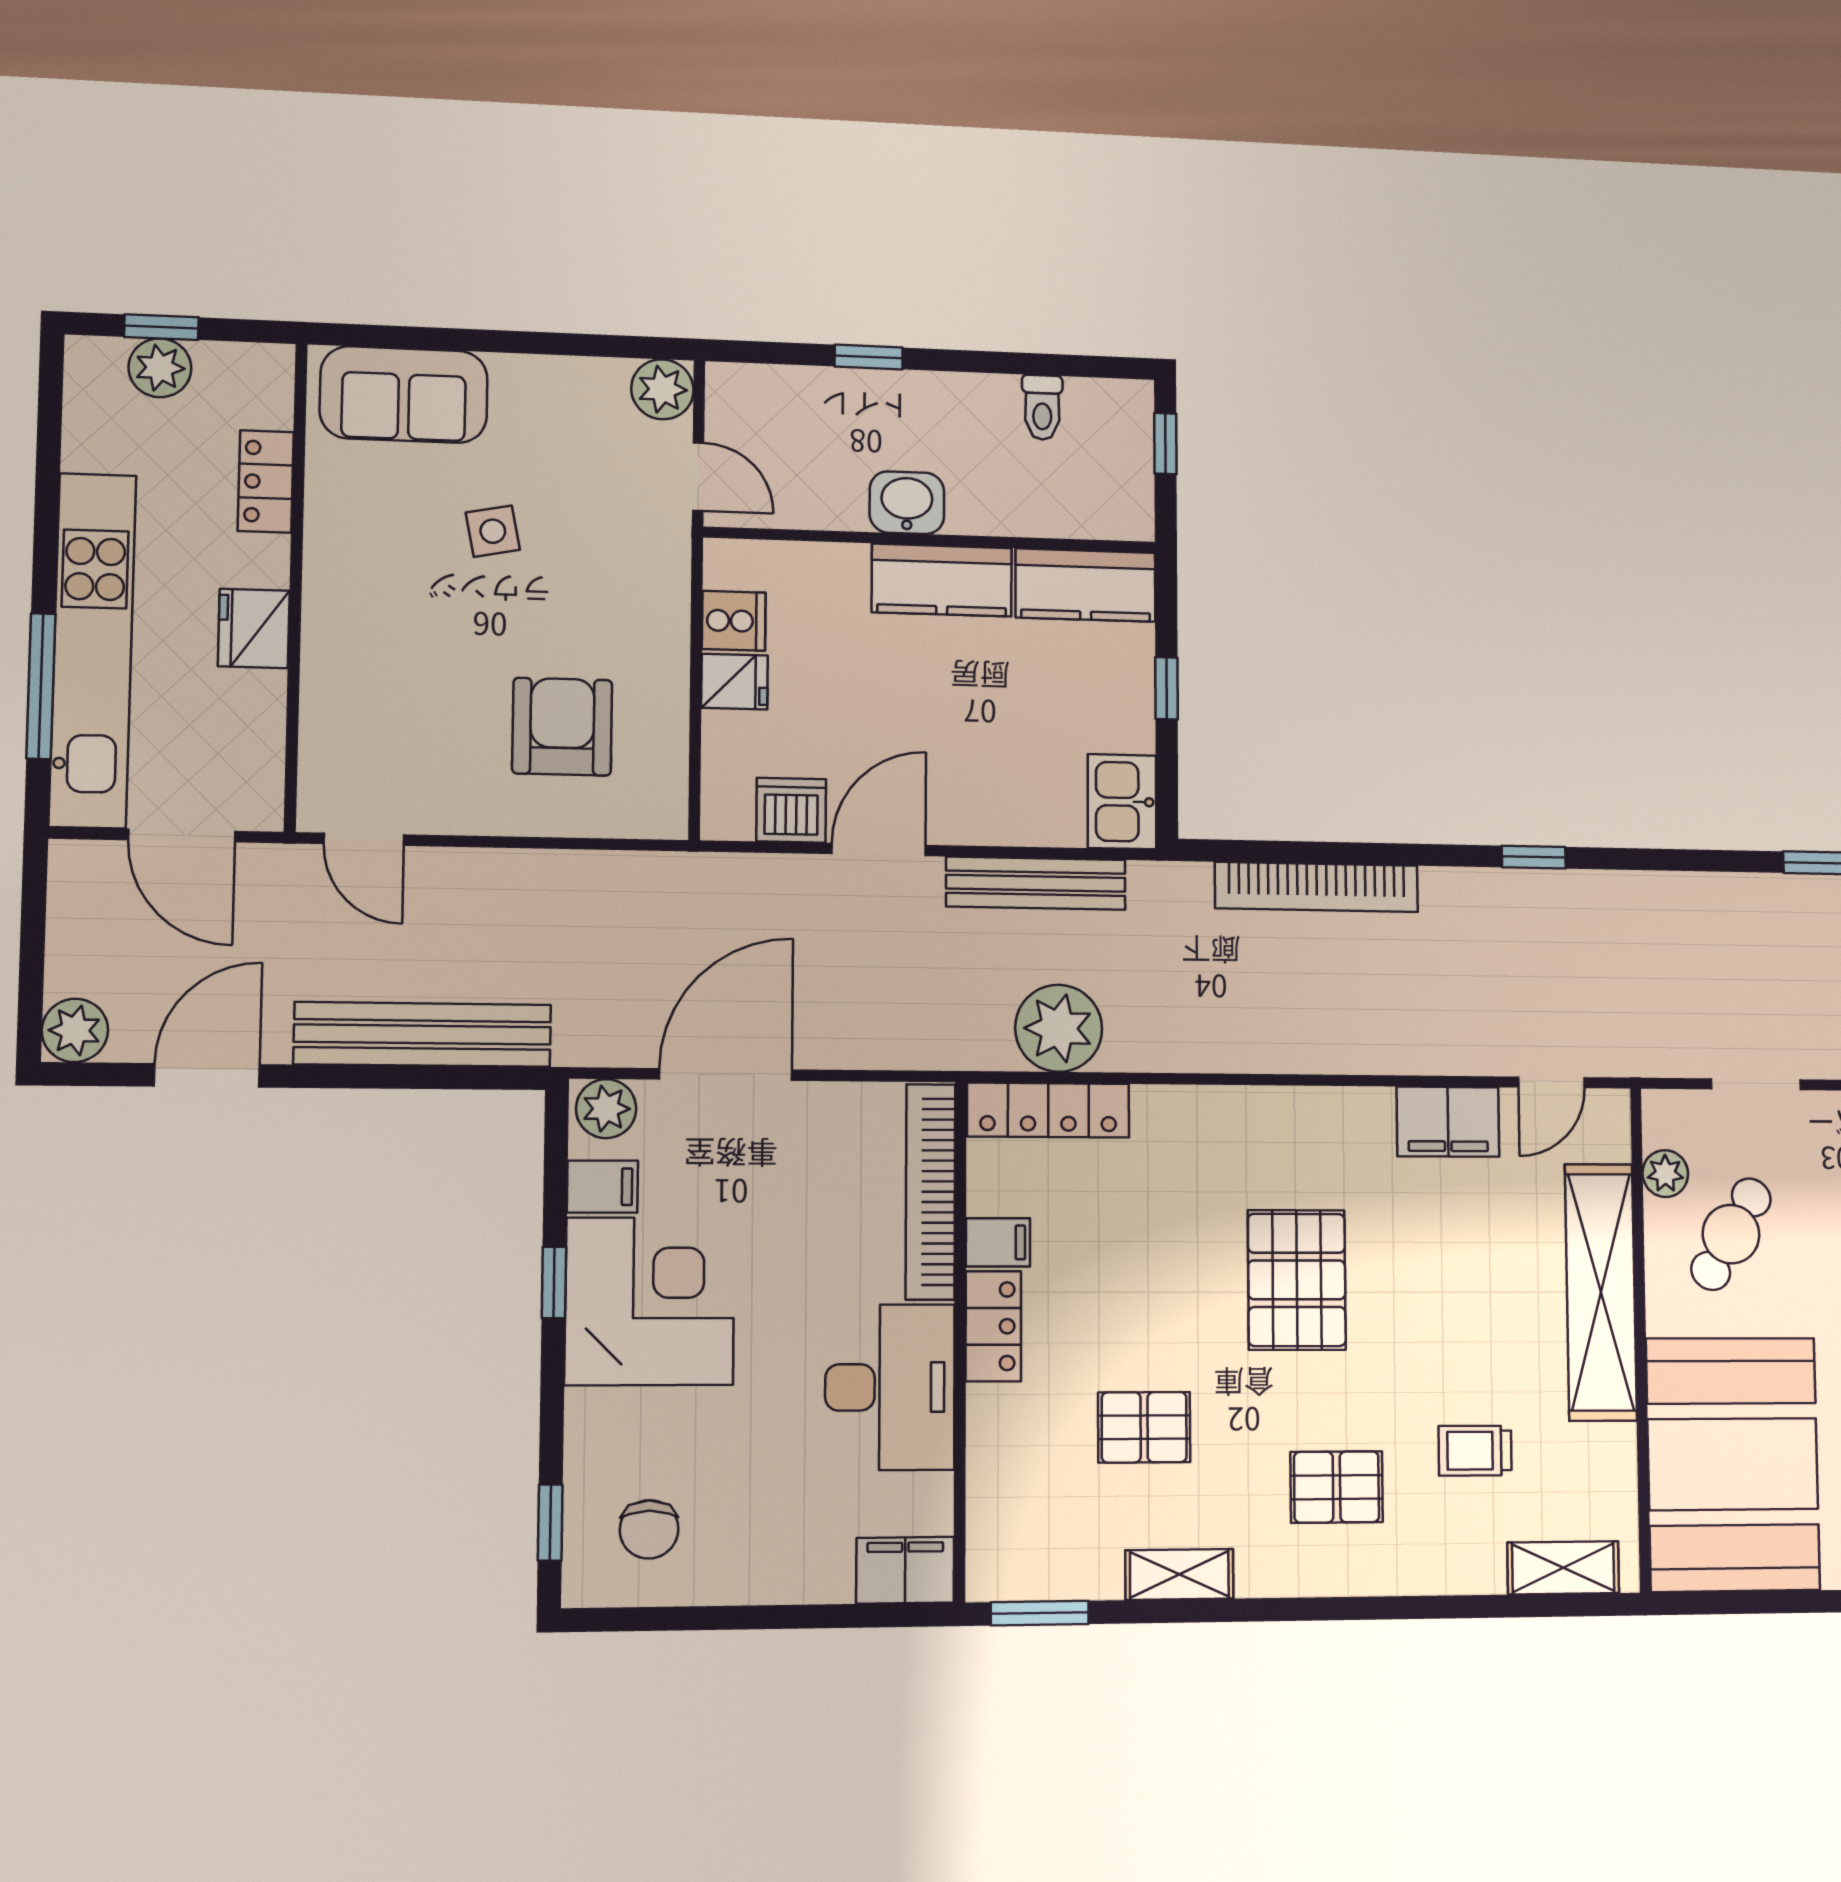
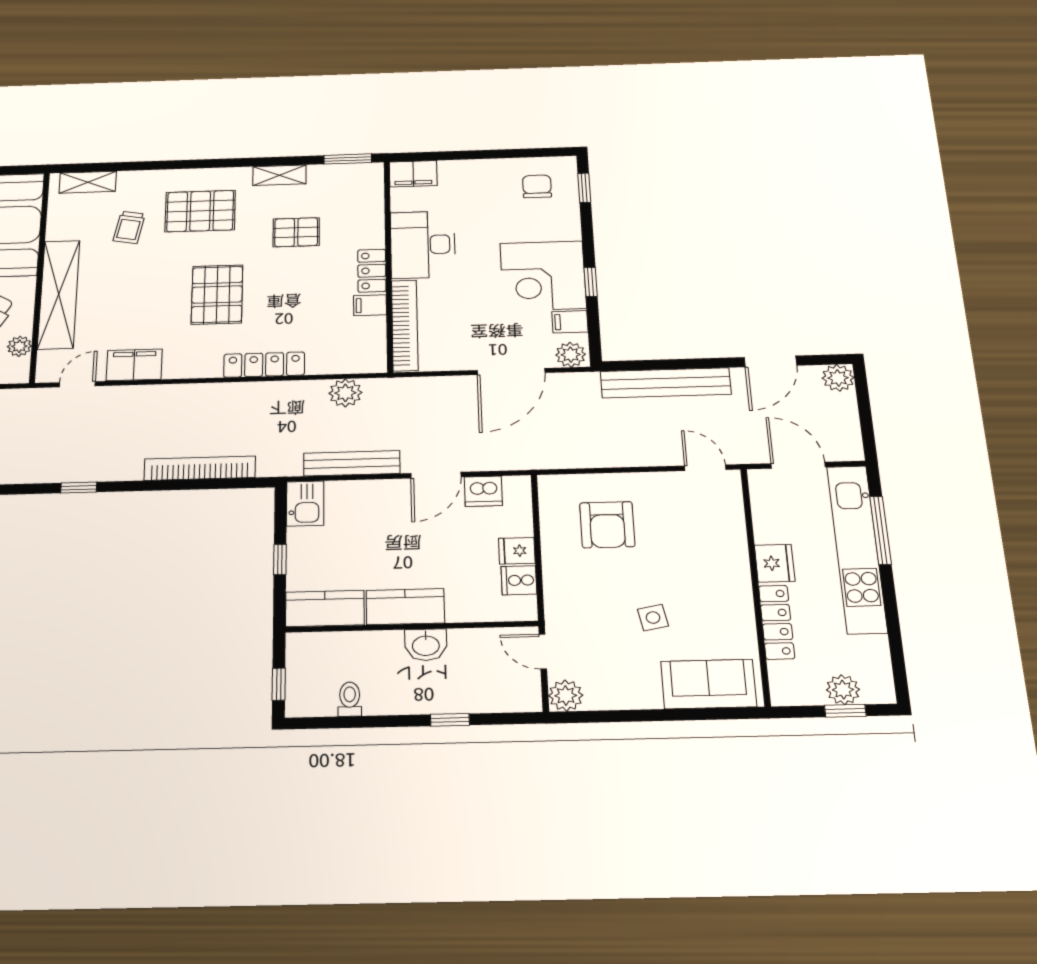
locker: (266, 481) -> (777, 622), width x1.53
plant: (1059, 1028) -> (345, 393), width x0.73, depth x0.73
locker: (1048, 1110) -> (264, 365), moved
trolley: (1475, 1451) -> (129, 227), turned 101
pallet: (1337, 1487) -> (200, 211), width x1.50, depth x1.42

